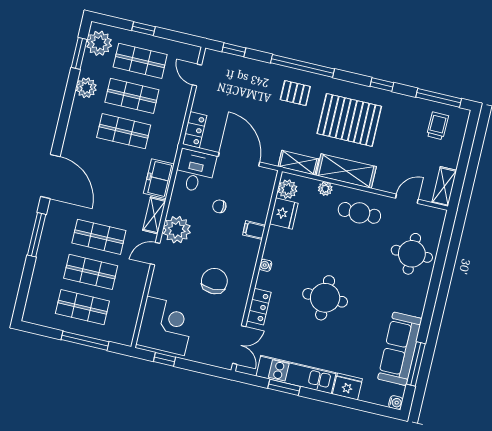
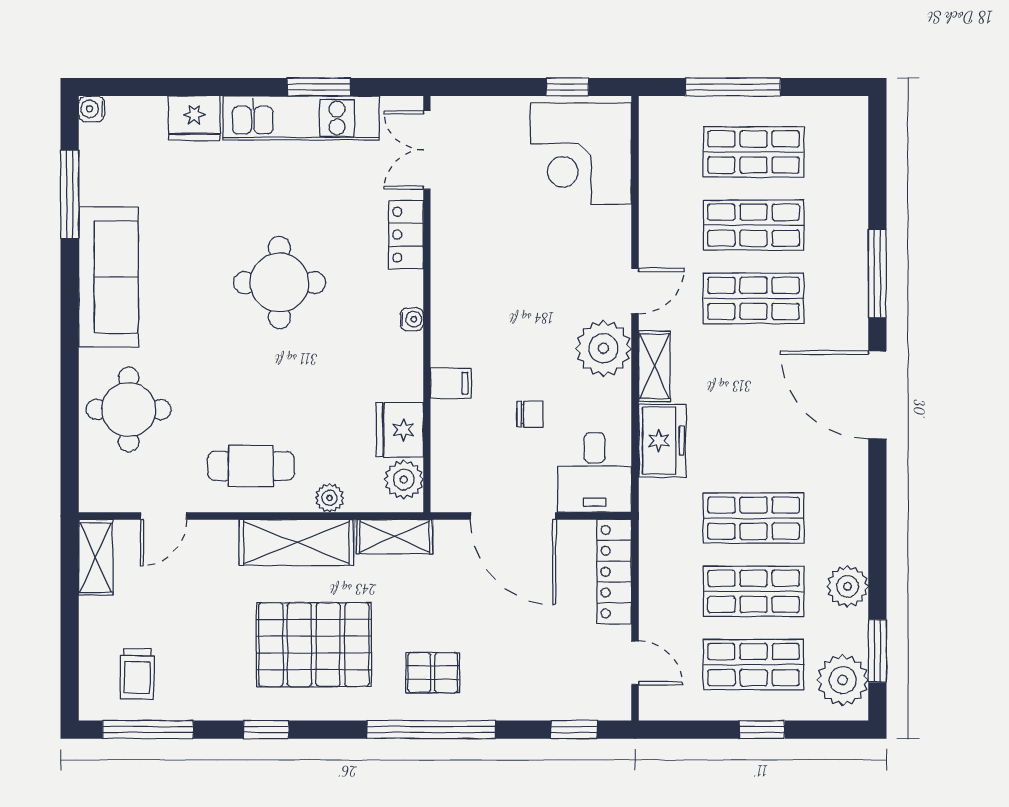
locker: (195, 130) -> (614, 572), width x1.53
chair: (214, 281) -> (505, 264), removed
sofa: (400, 349) -> (109, 277), moved

